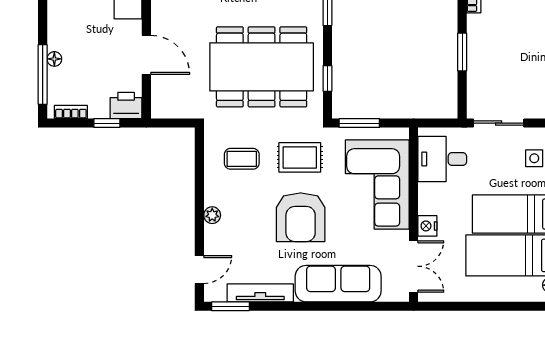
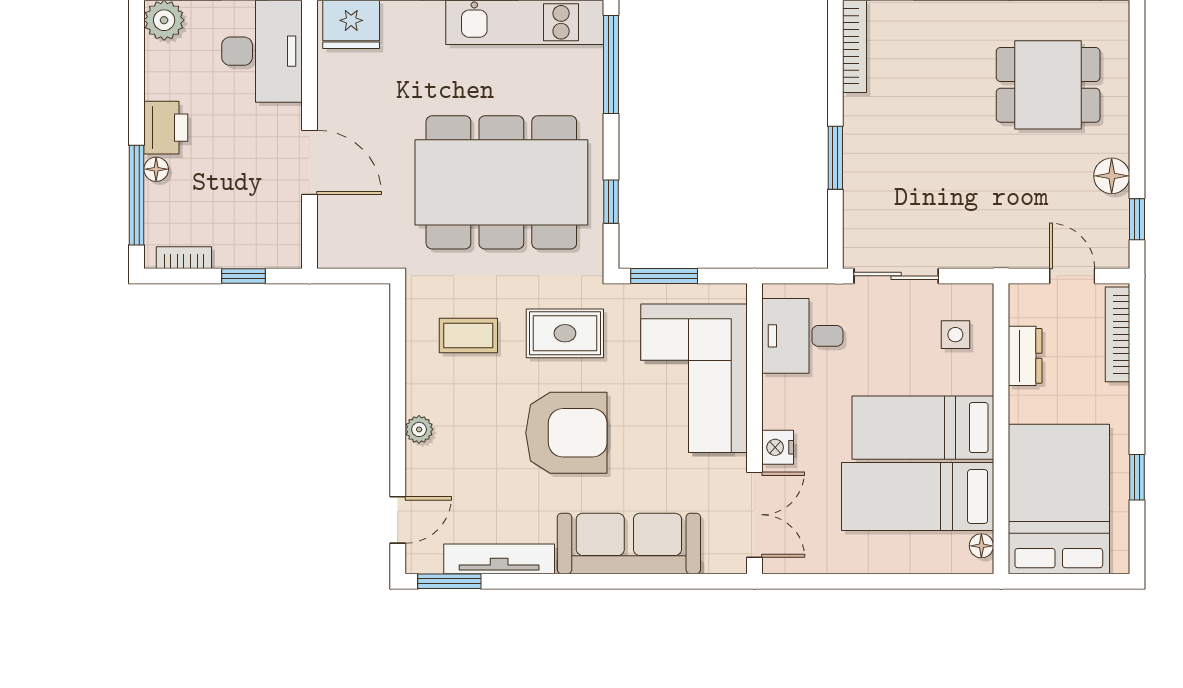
printer: (126, 105) -> (166, 128), moved, turned 90
armchair: (301, 217) -> (566, 433), turned -90

